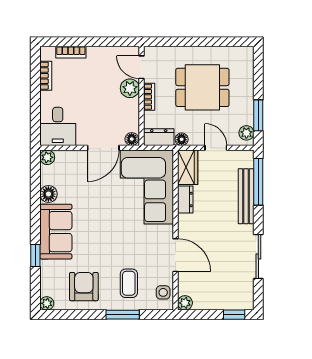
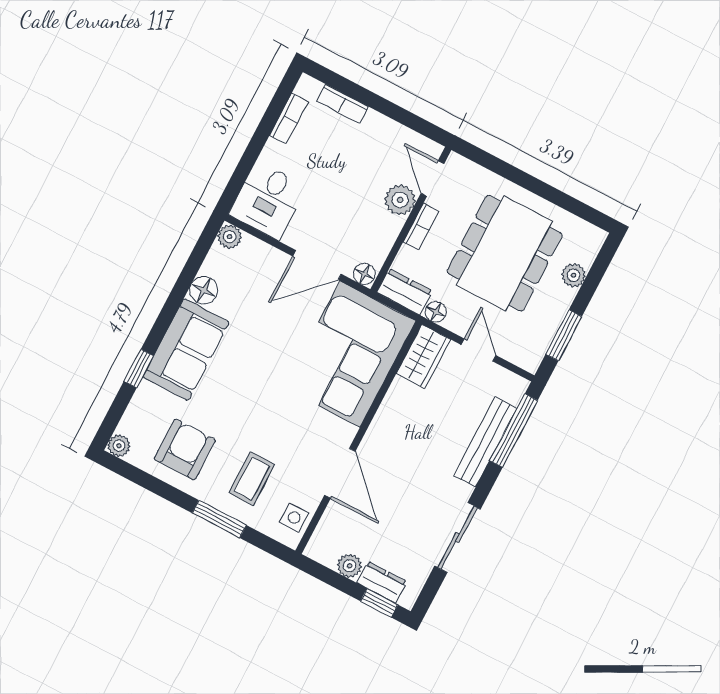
dining table: (202, 87) -> (505, 253), width x1.38
plant: (246, 133) -> (574, 275), moved
dresser: (185, 200) -> (382, 582), moved, turned -90
plant: (185, 303) -> (350, 566), moved

